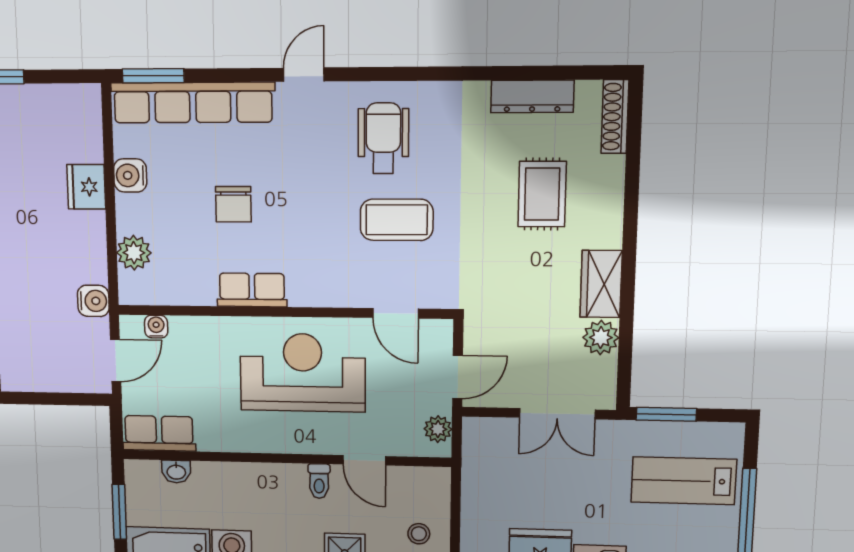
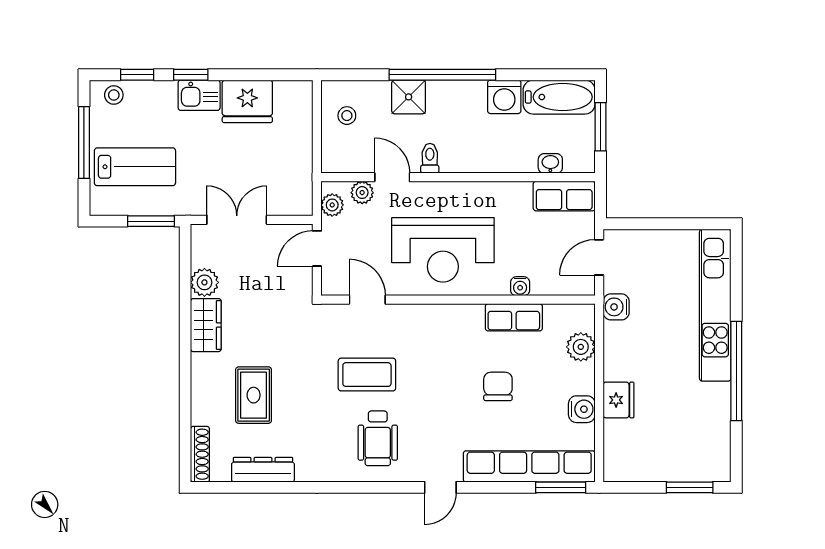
row of seats: (252, 290) -> (514, 317), moved
water cooler: (156, 327) -> (520, 286), moved
plant: (401, 443) -> (362, 193), added

